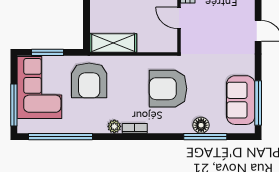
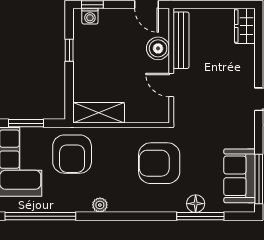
bookcase: (135, 128) -> (122, 207), removed

